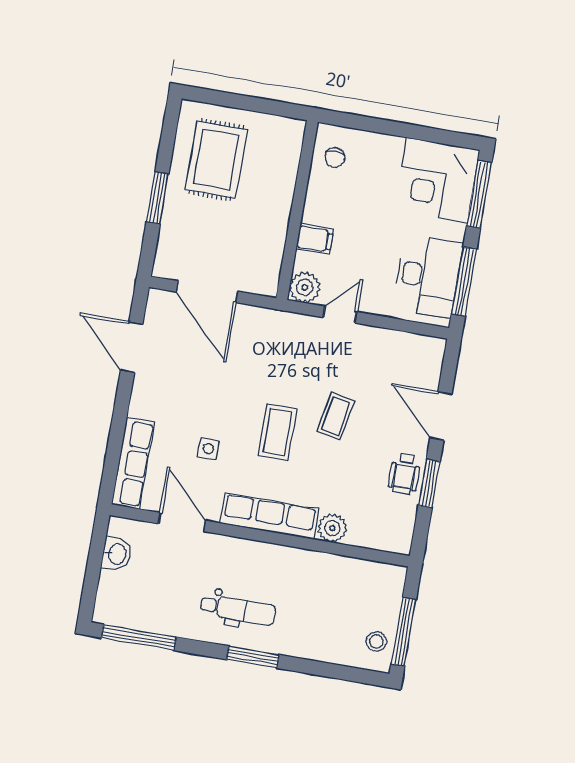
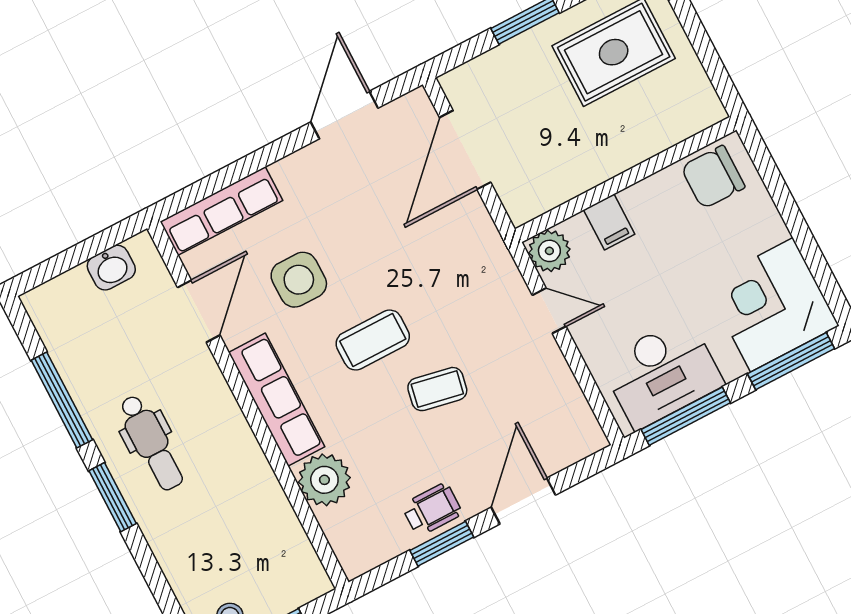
chair: (335, 157) -> (713, 177), width x1.87, depth x1.87
side table: (208, 449) -> (299, 280), width x1.87, depth x1.87
wheelchair: (405, 474) -> (432, 509), turned 180
plant: (332, 528) -> (324, 480), width x1.36, depth x1.36
window: (139, 637) -> (62, 400), moved

